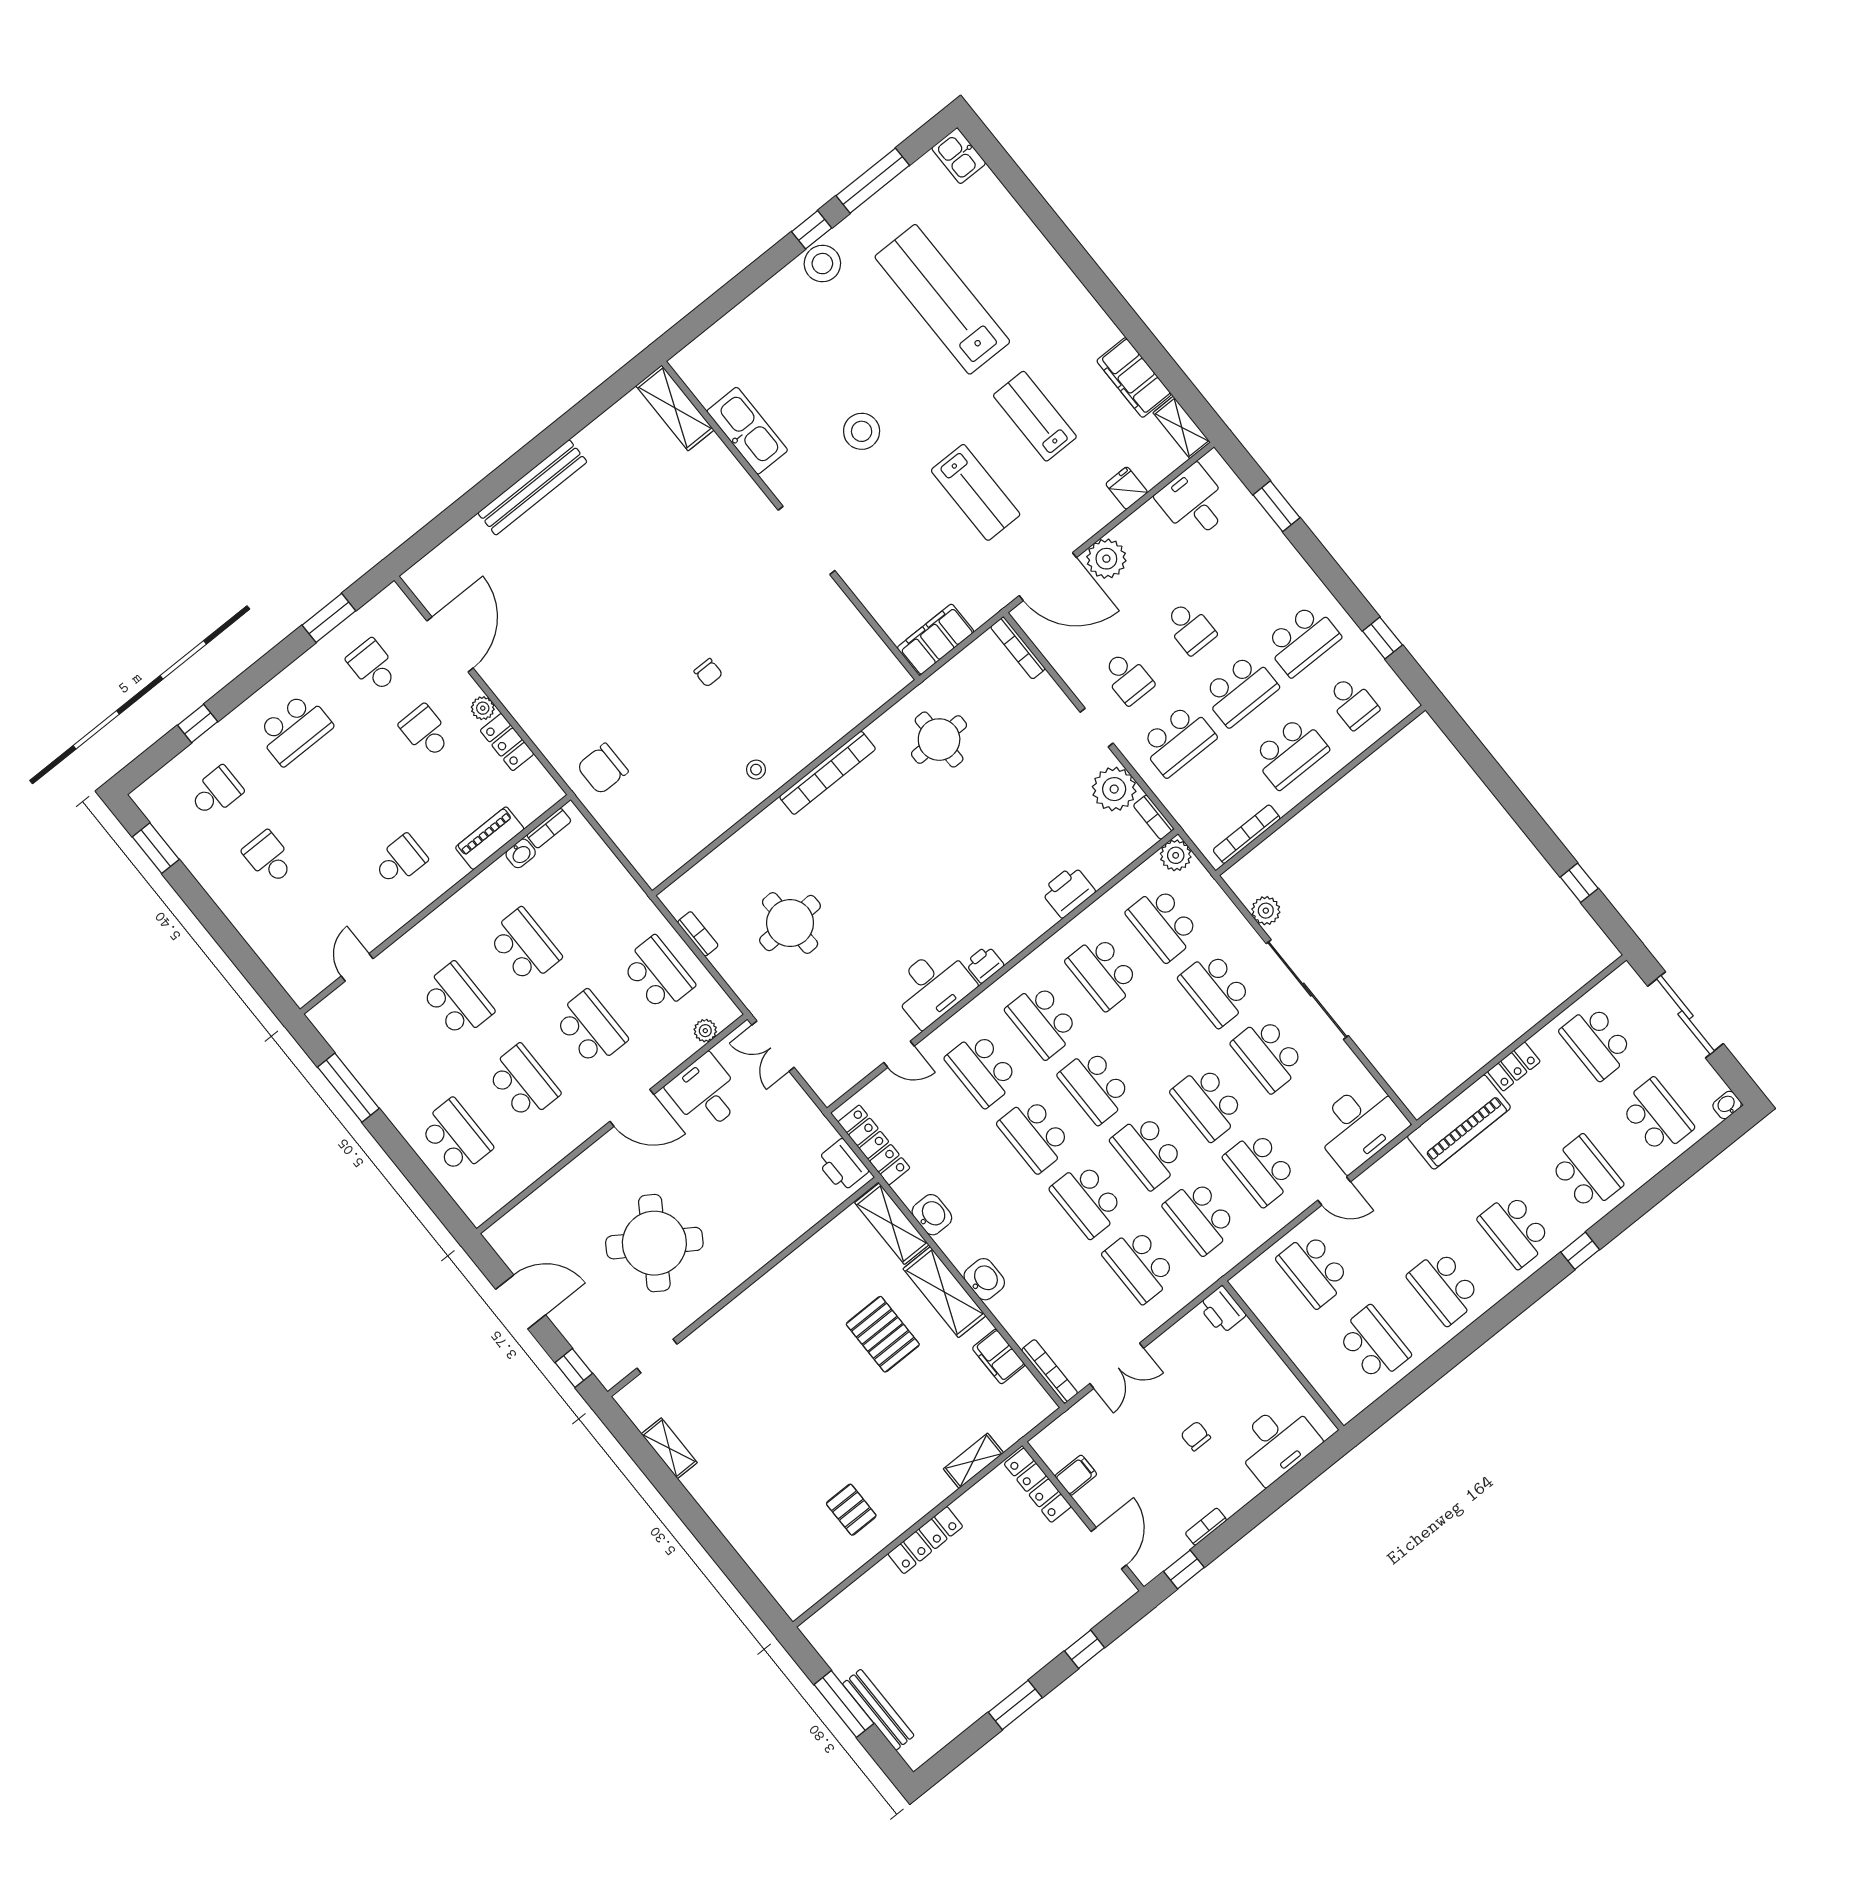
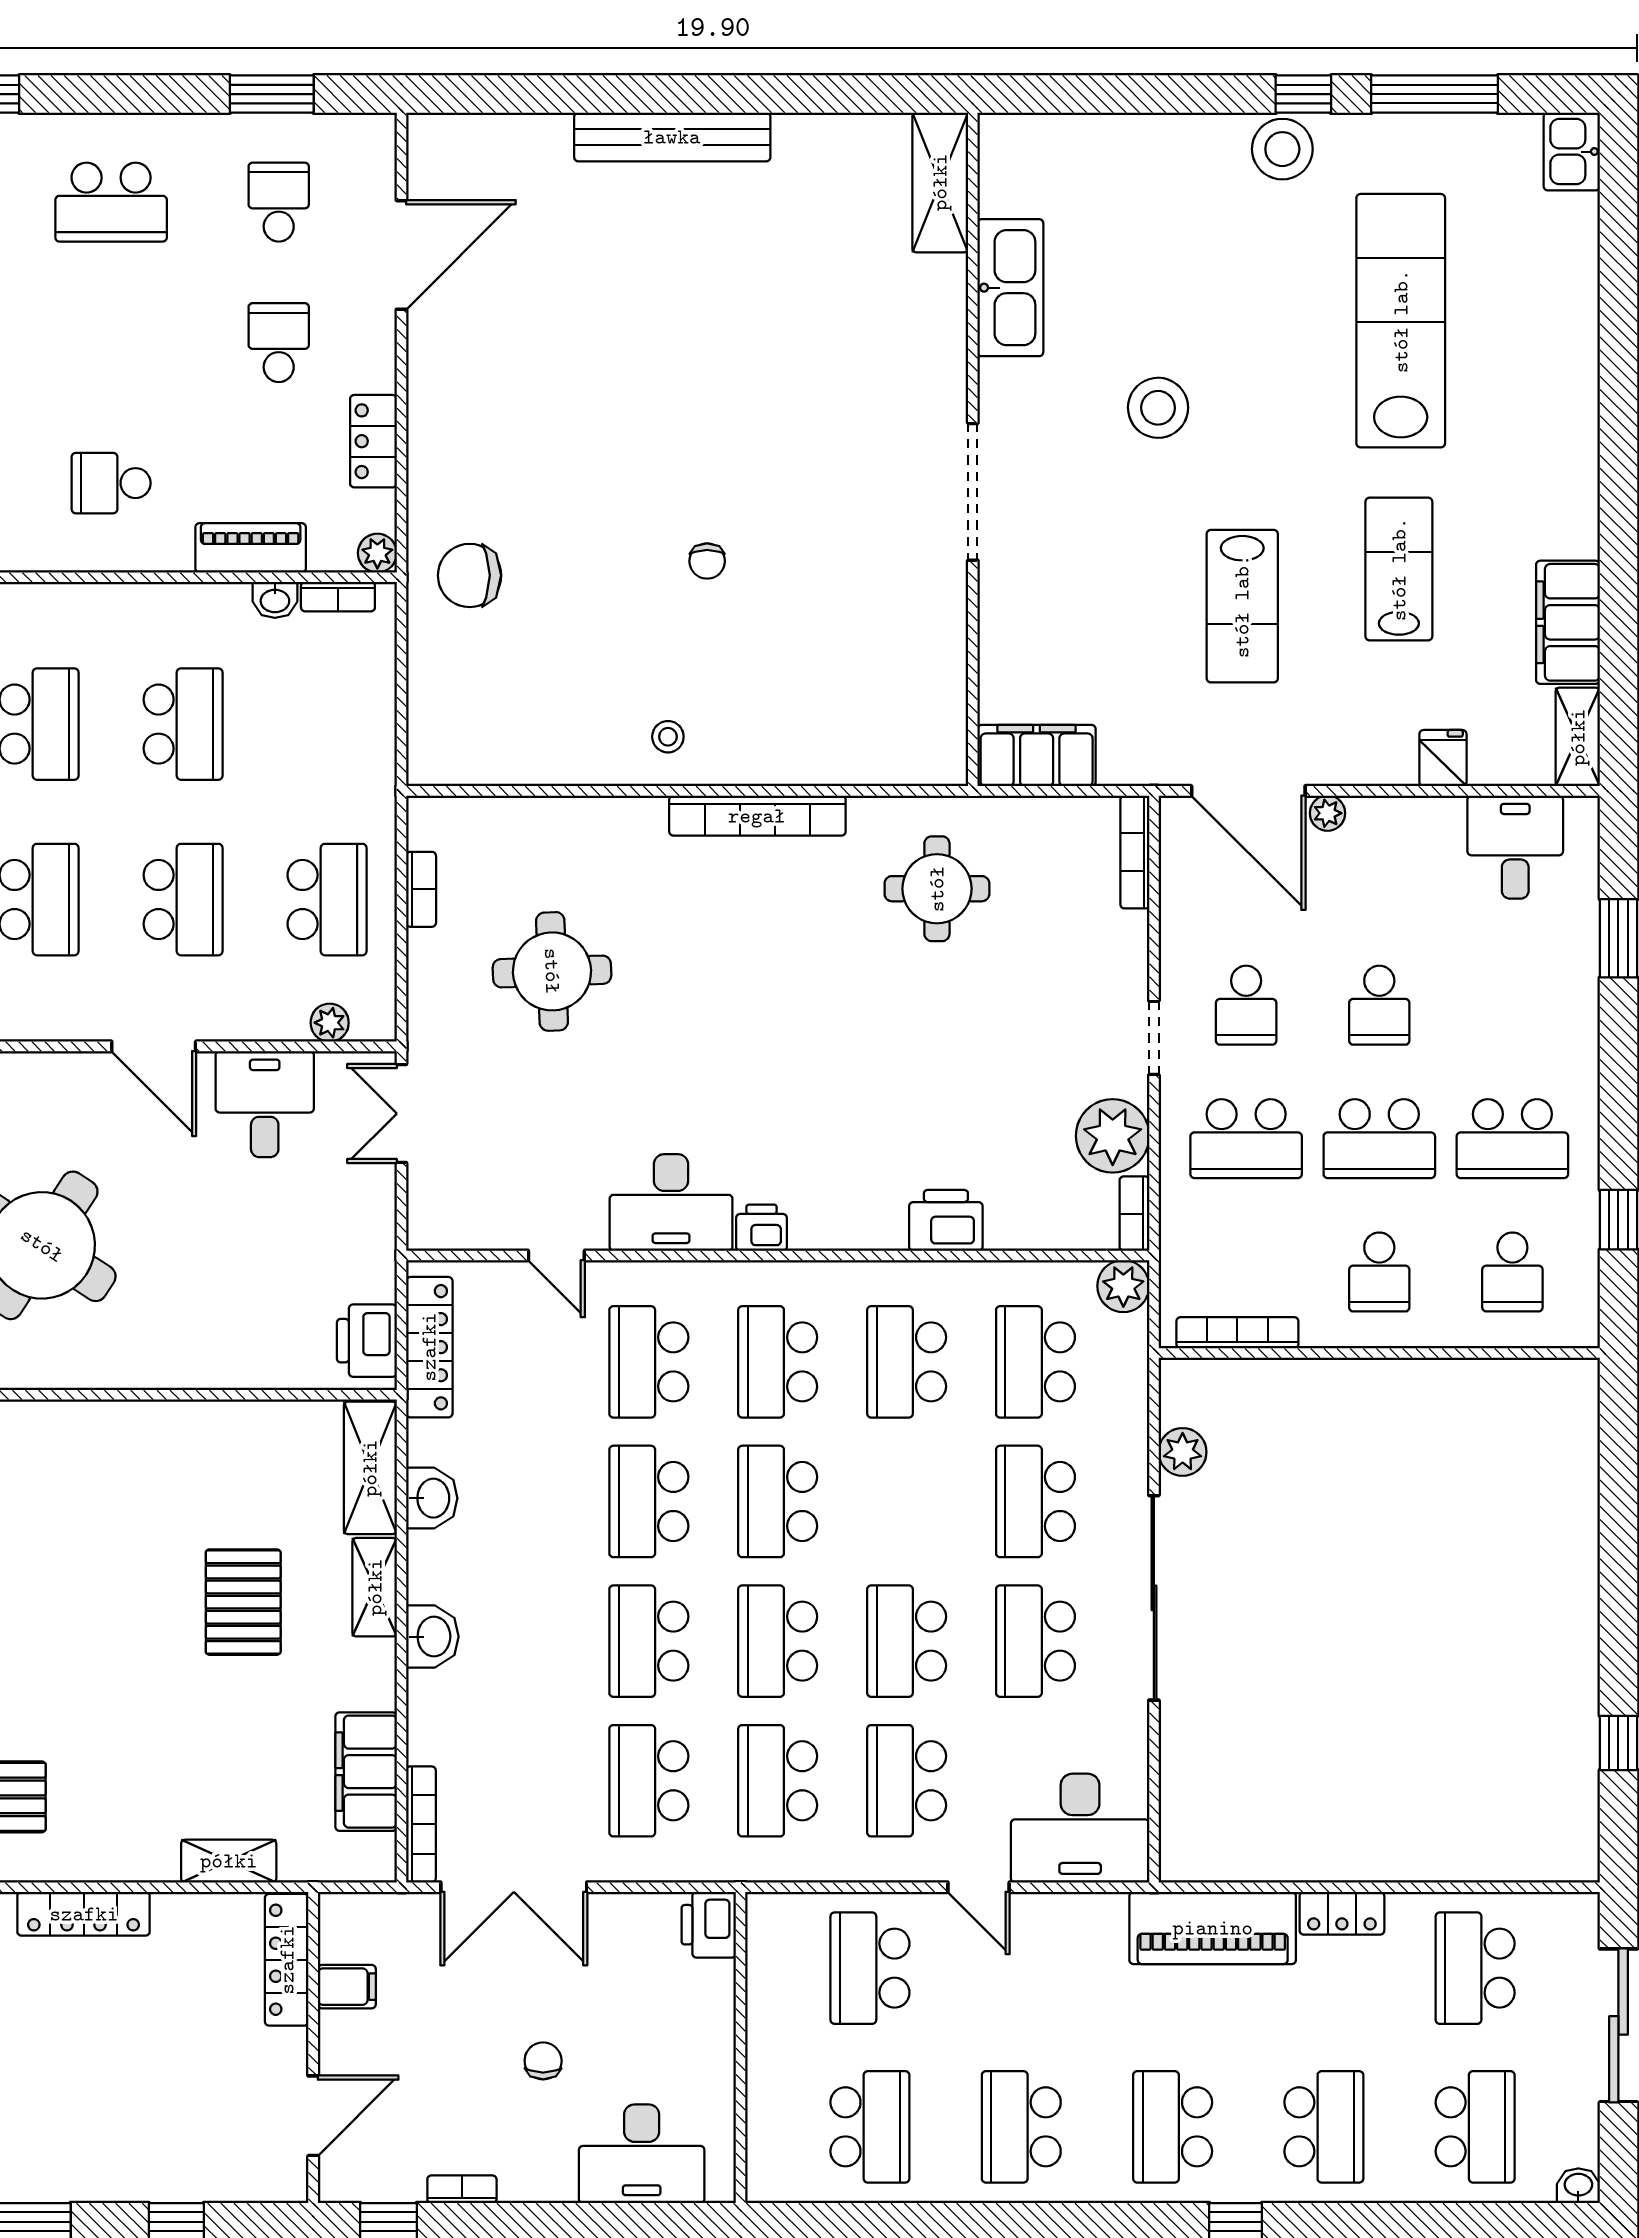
plant: (1106, 559) -> (1328, 813), width x0.53, depth x0.53
plant: (483, 708) -> (377, 553), moved
school desk: (1290, 752) -> (1379, 1272), width x0.54
school desk: (400, 860) -> (111, 483), turned 180
shelving: (944, 1292) -> (375, 1587), width x0.67, depth x0.75
filing cabinet: (999, 1356) -> (366, 1772), width x1.50, depth x1.17
double door: (1117, 1366) -> (514, 1887), width x1.37

